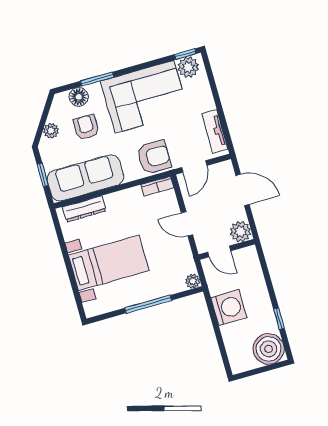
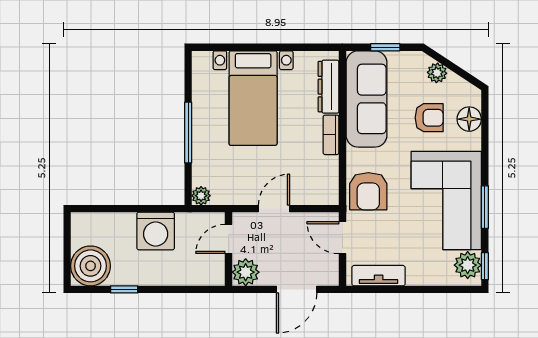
window: (97, 79) -> (485, 207), moved
bookcase: (157, 186) -> (331, 135), moved

